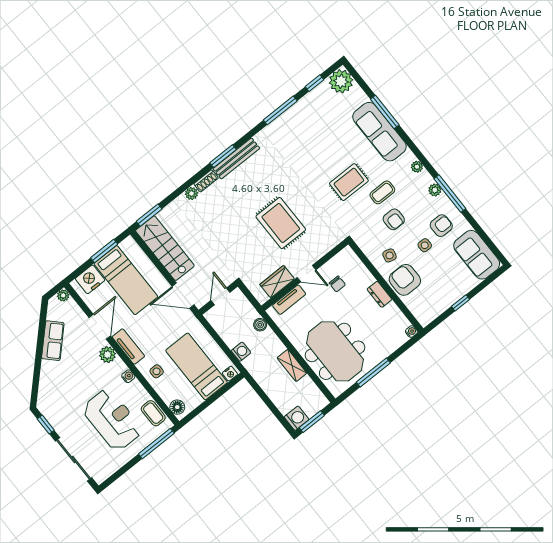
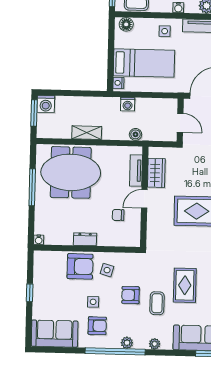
window: (450, 194) -> (115, 351), width x1.46
armchair: (441, 226) -> (97, 326), turned -90

